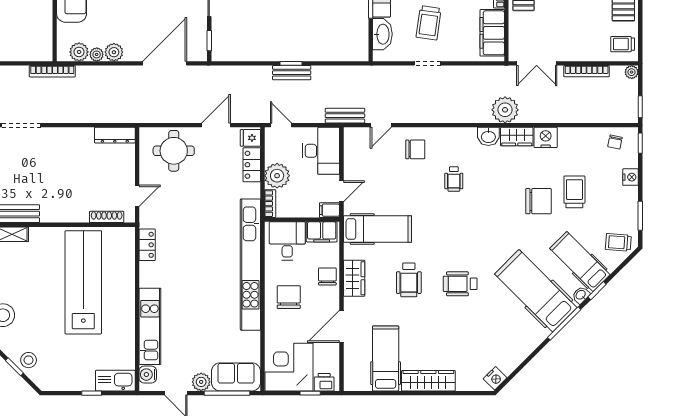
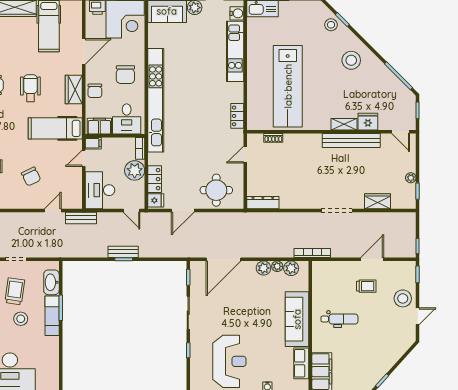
chair: (415, 149) -> (31, 177), moved, turned -116
shoe rack: (107, 217) -> (273, 138), width x0.70

